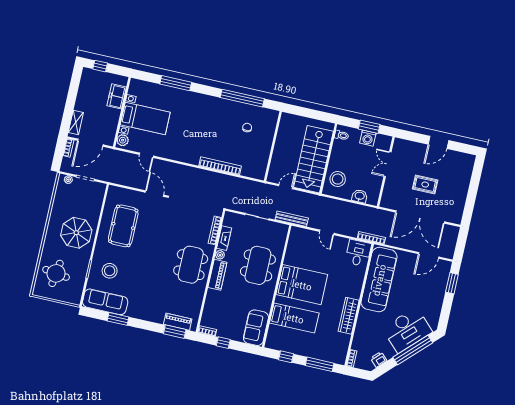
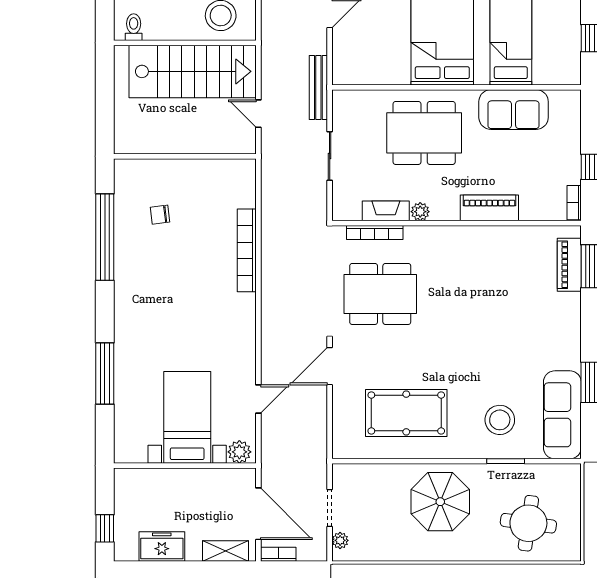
freezer: (117, 96) -> (162, 547), moved, turned 180
dining table: (191, 265) -> (380, 294), moved
piano: (217, 275) -> (489, 208), moved
sofa: (256, 328) -> (514, 110), moved

